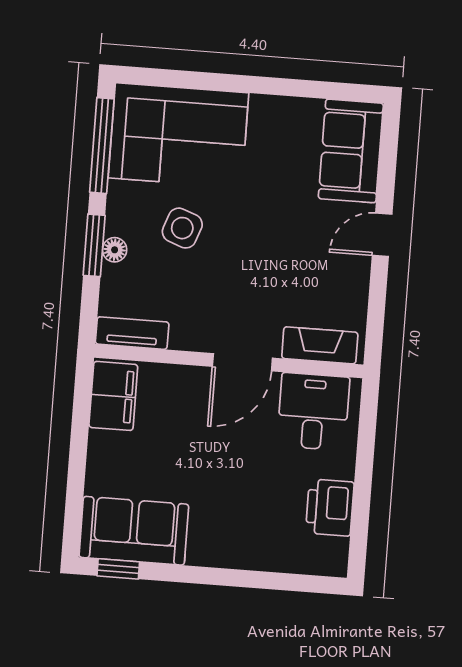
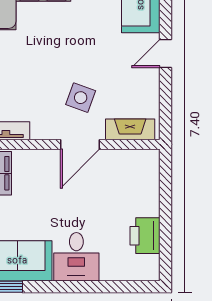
side table: (182, 228) -> (81, 98), moved
desk: (313, 412) -> (76, 257), moved, turned 180

